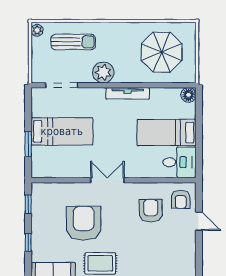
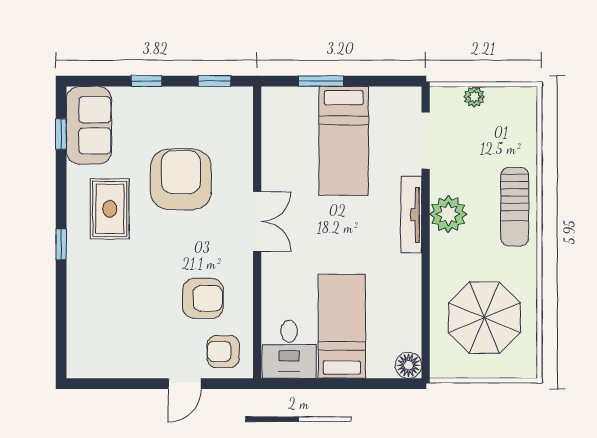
plant: (37, 30) -> (474, 97), moved
sun lounger: (73, 42) -> (515, 207), moved
tv unit: (128, 93) -> (411, 215), moved
armchair: (84, 223) -> (181, 179), turned -90

